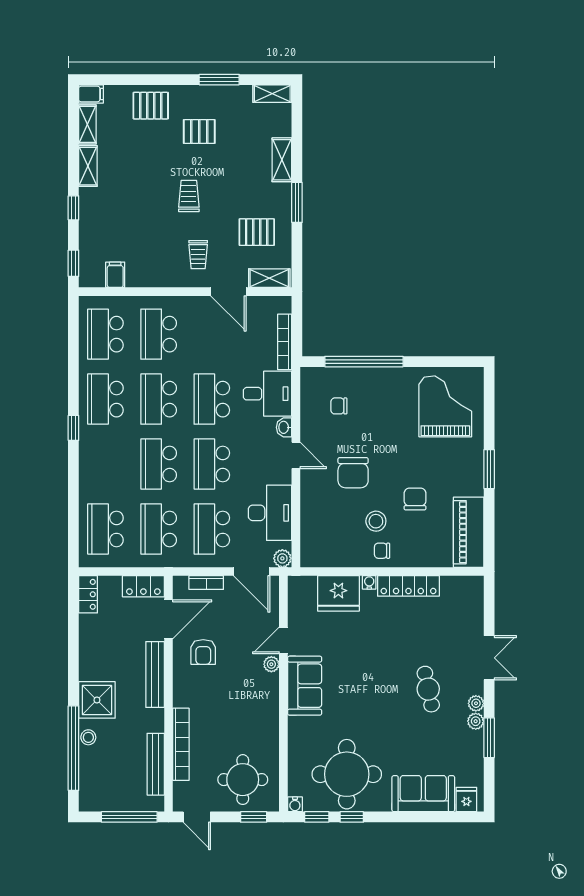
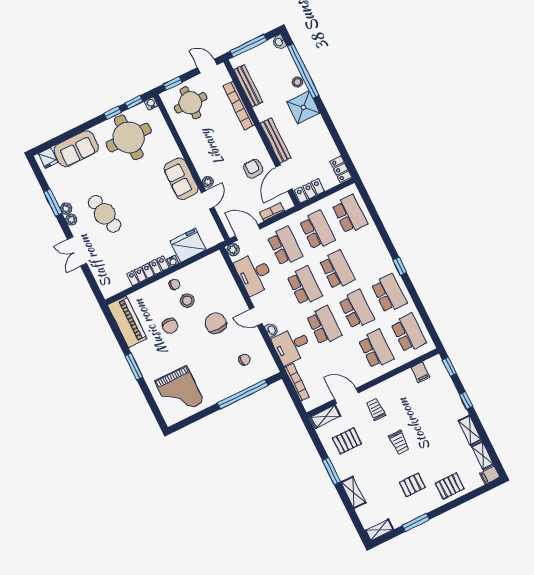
cafe table: (428, 689) -> (105, 214), width x1.37, depth x1.35
washbasin: (86, 802) -> (279, 42), added

